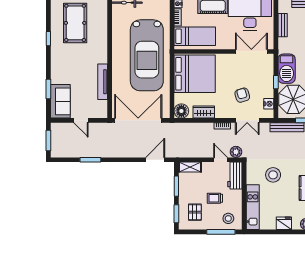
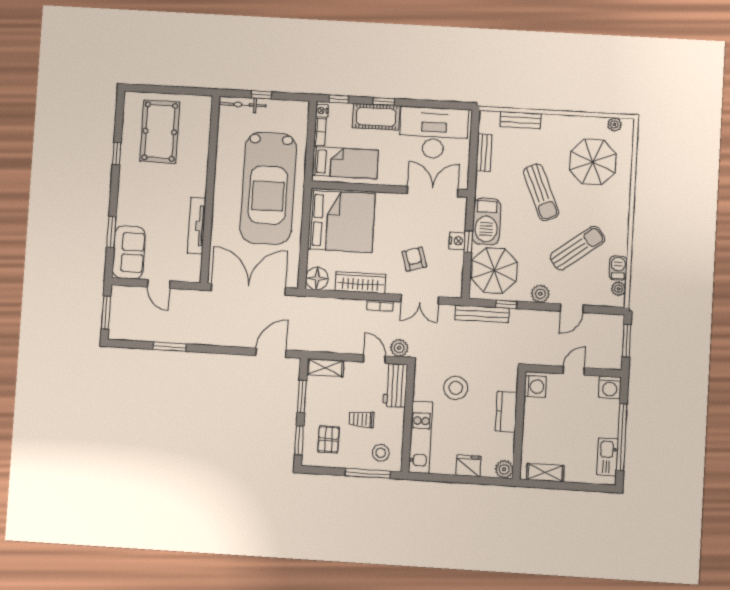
nightstand: (269, 104) -> (457, 241), moved
wardrobe: (204, 112) -> (360, 283), width x1.50

